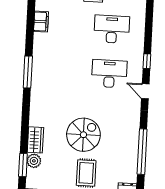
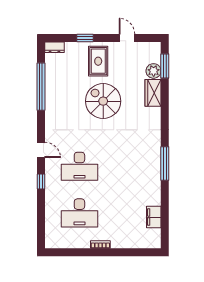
spiral stairs: (83, 135) -> (103, 101), turned 90

